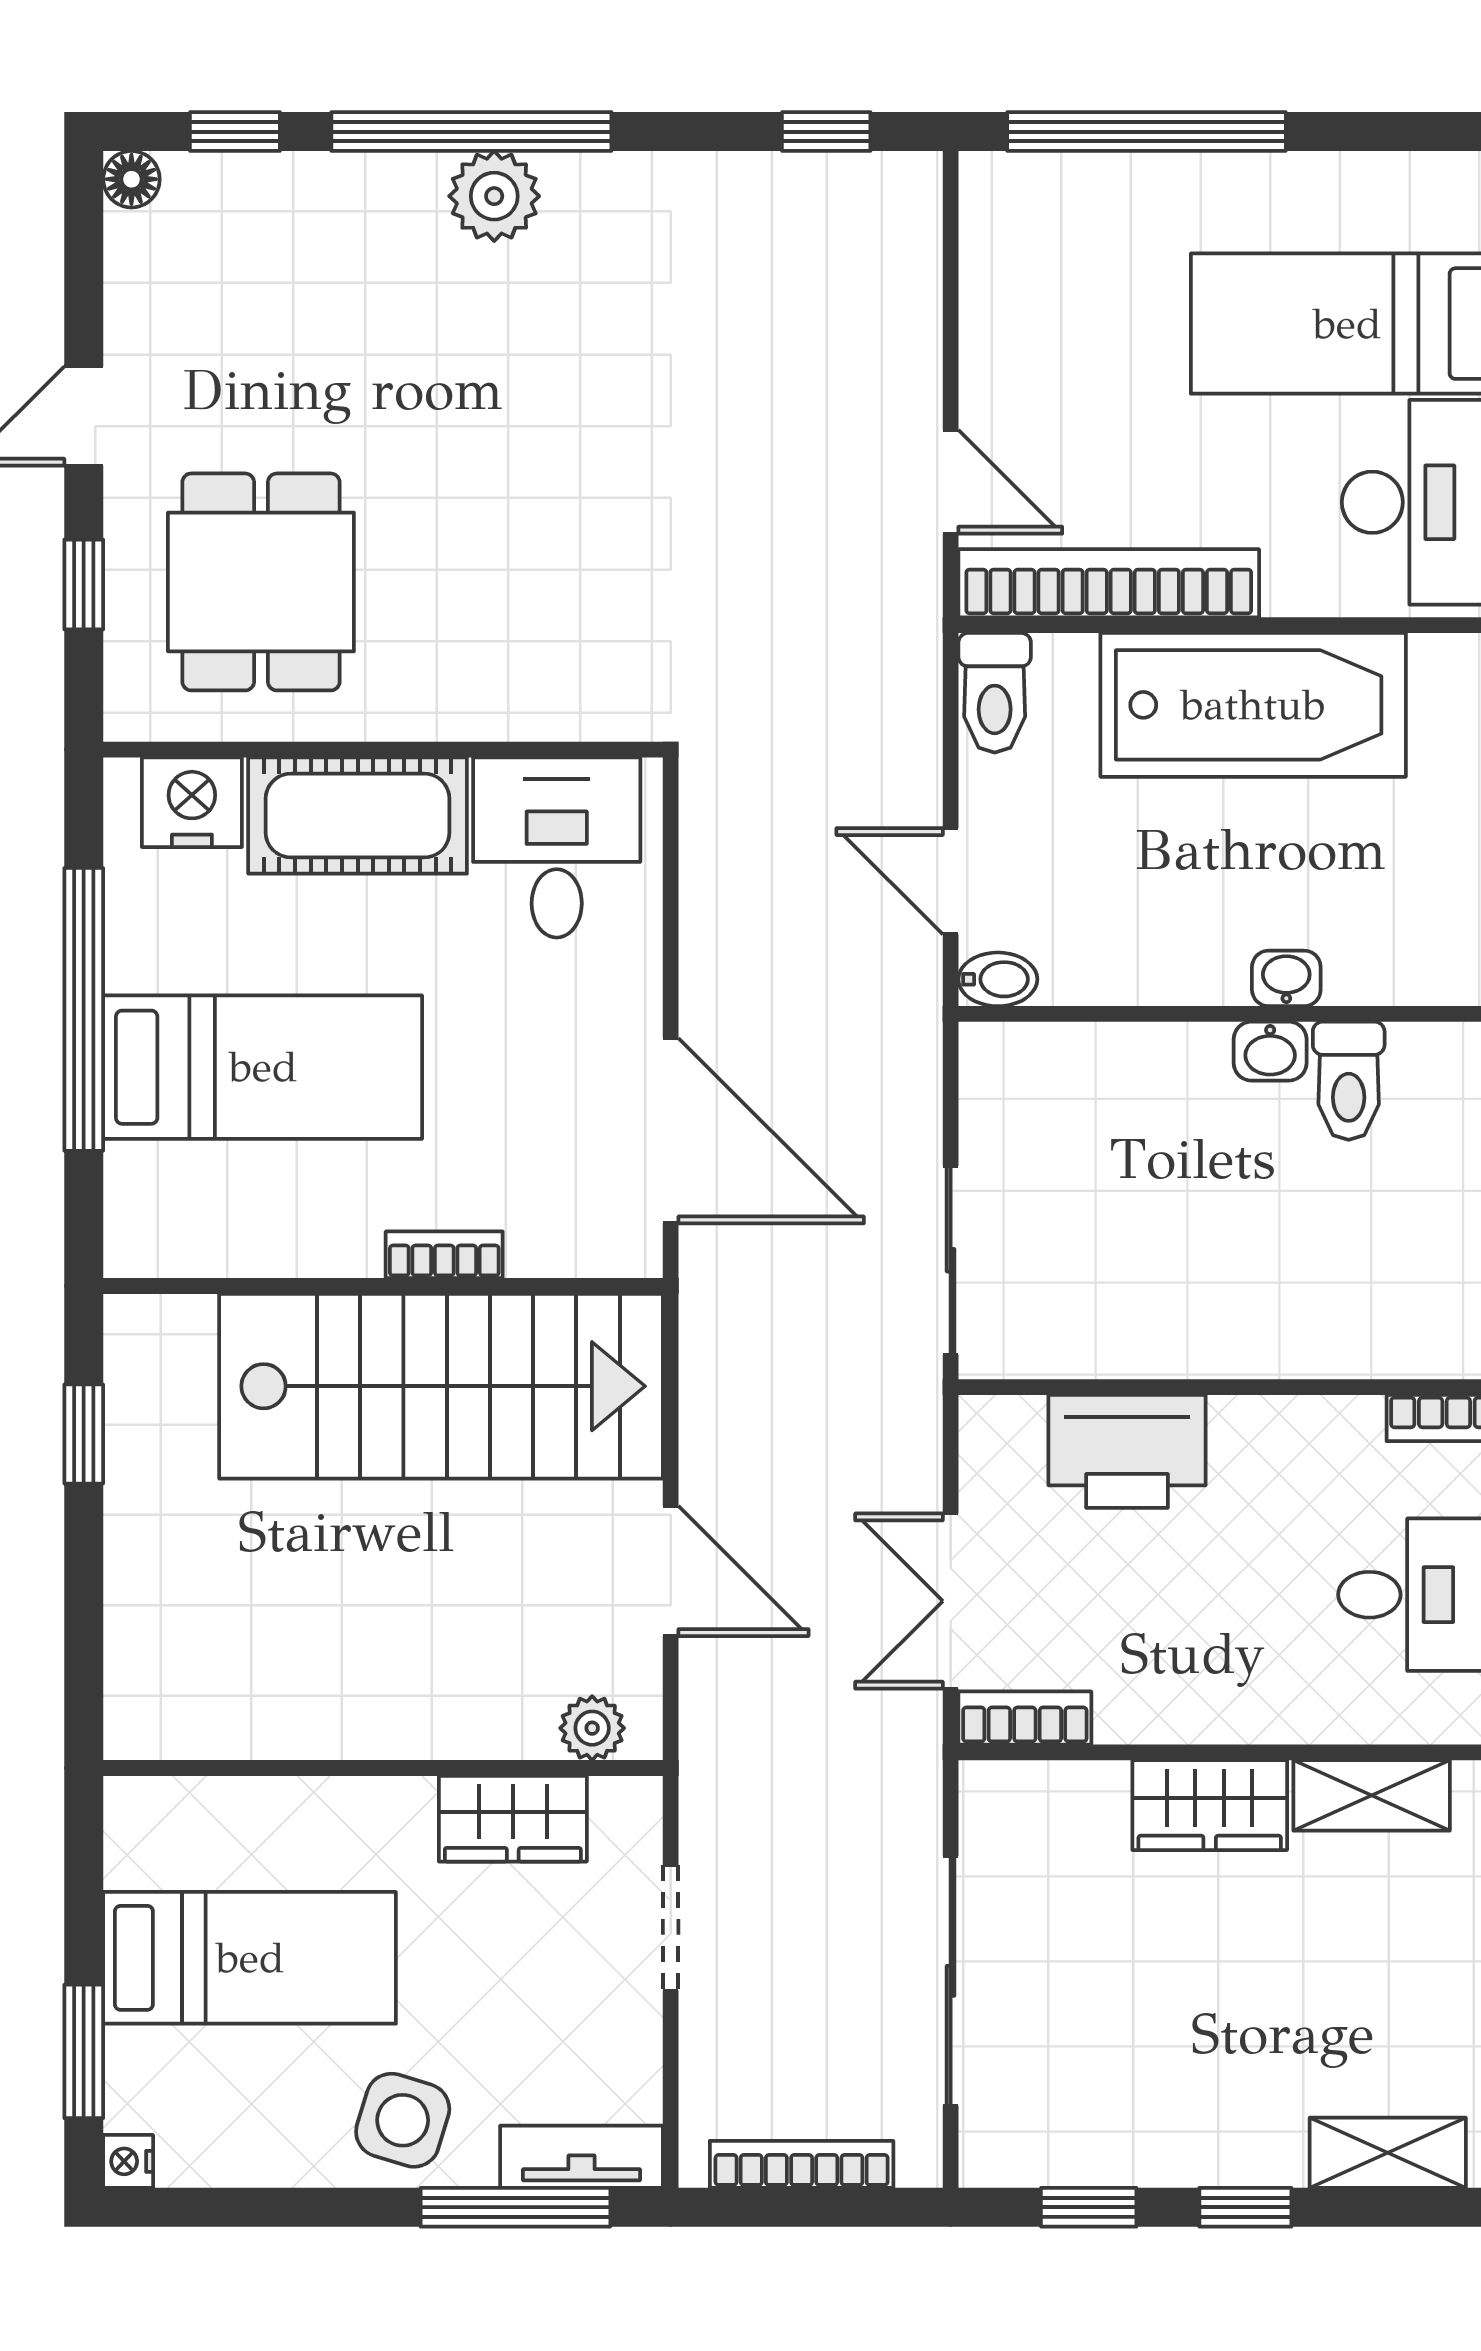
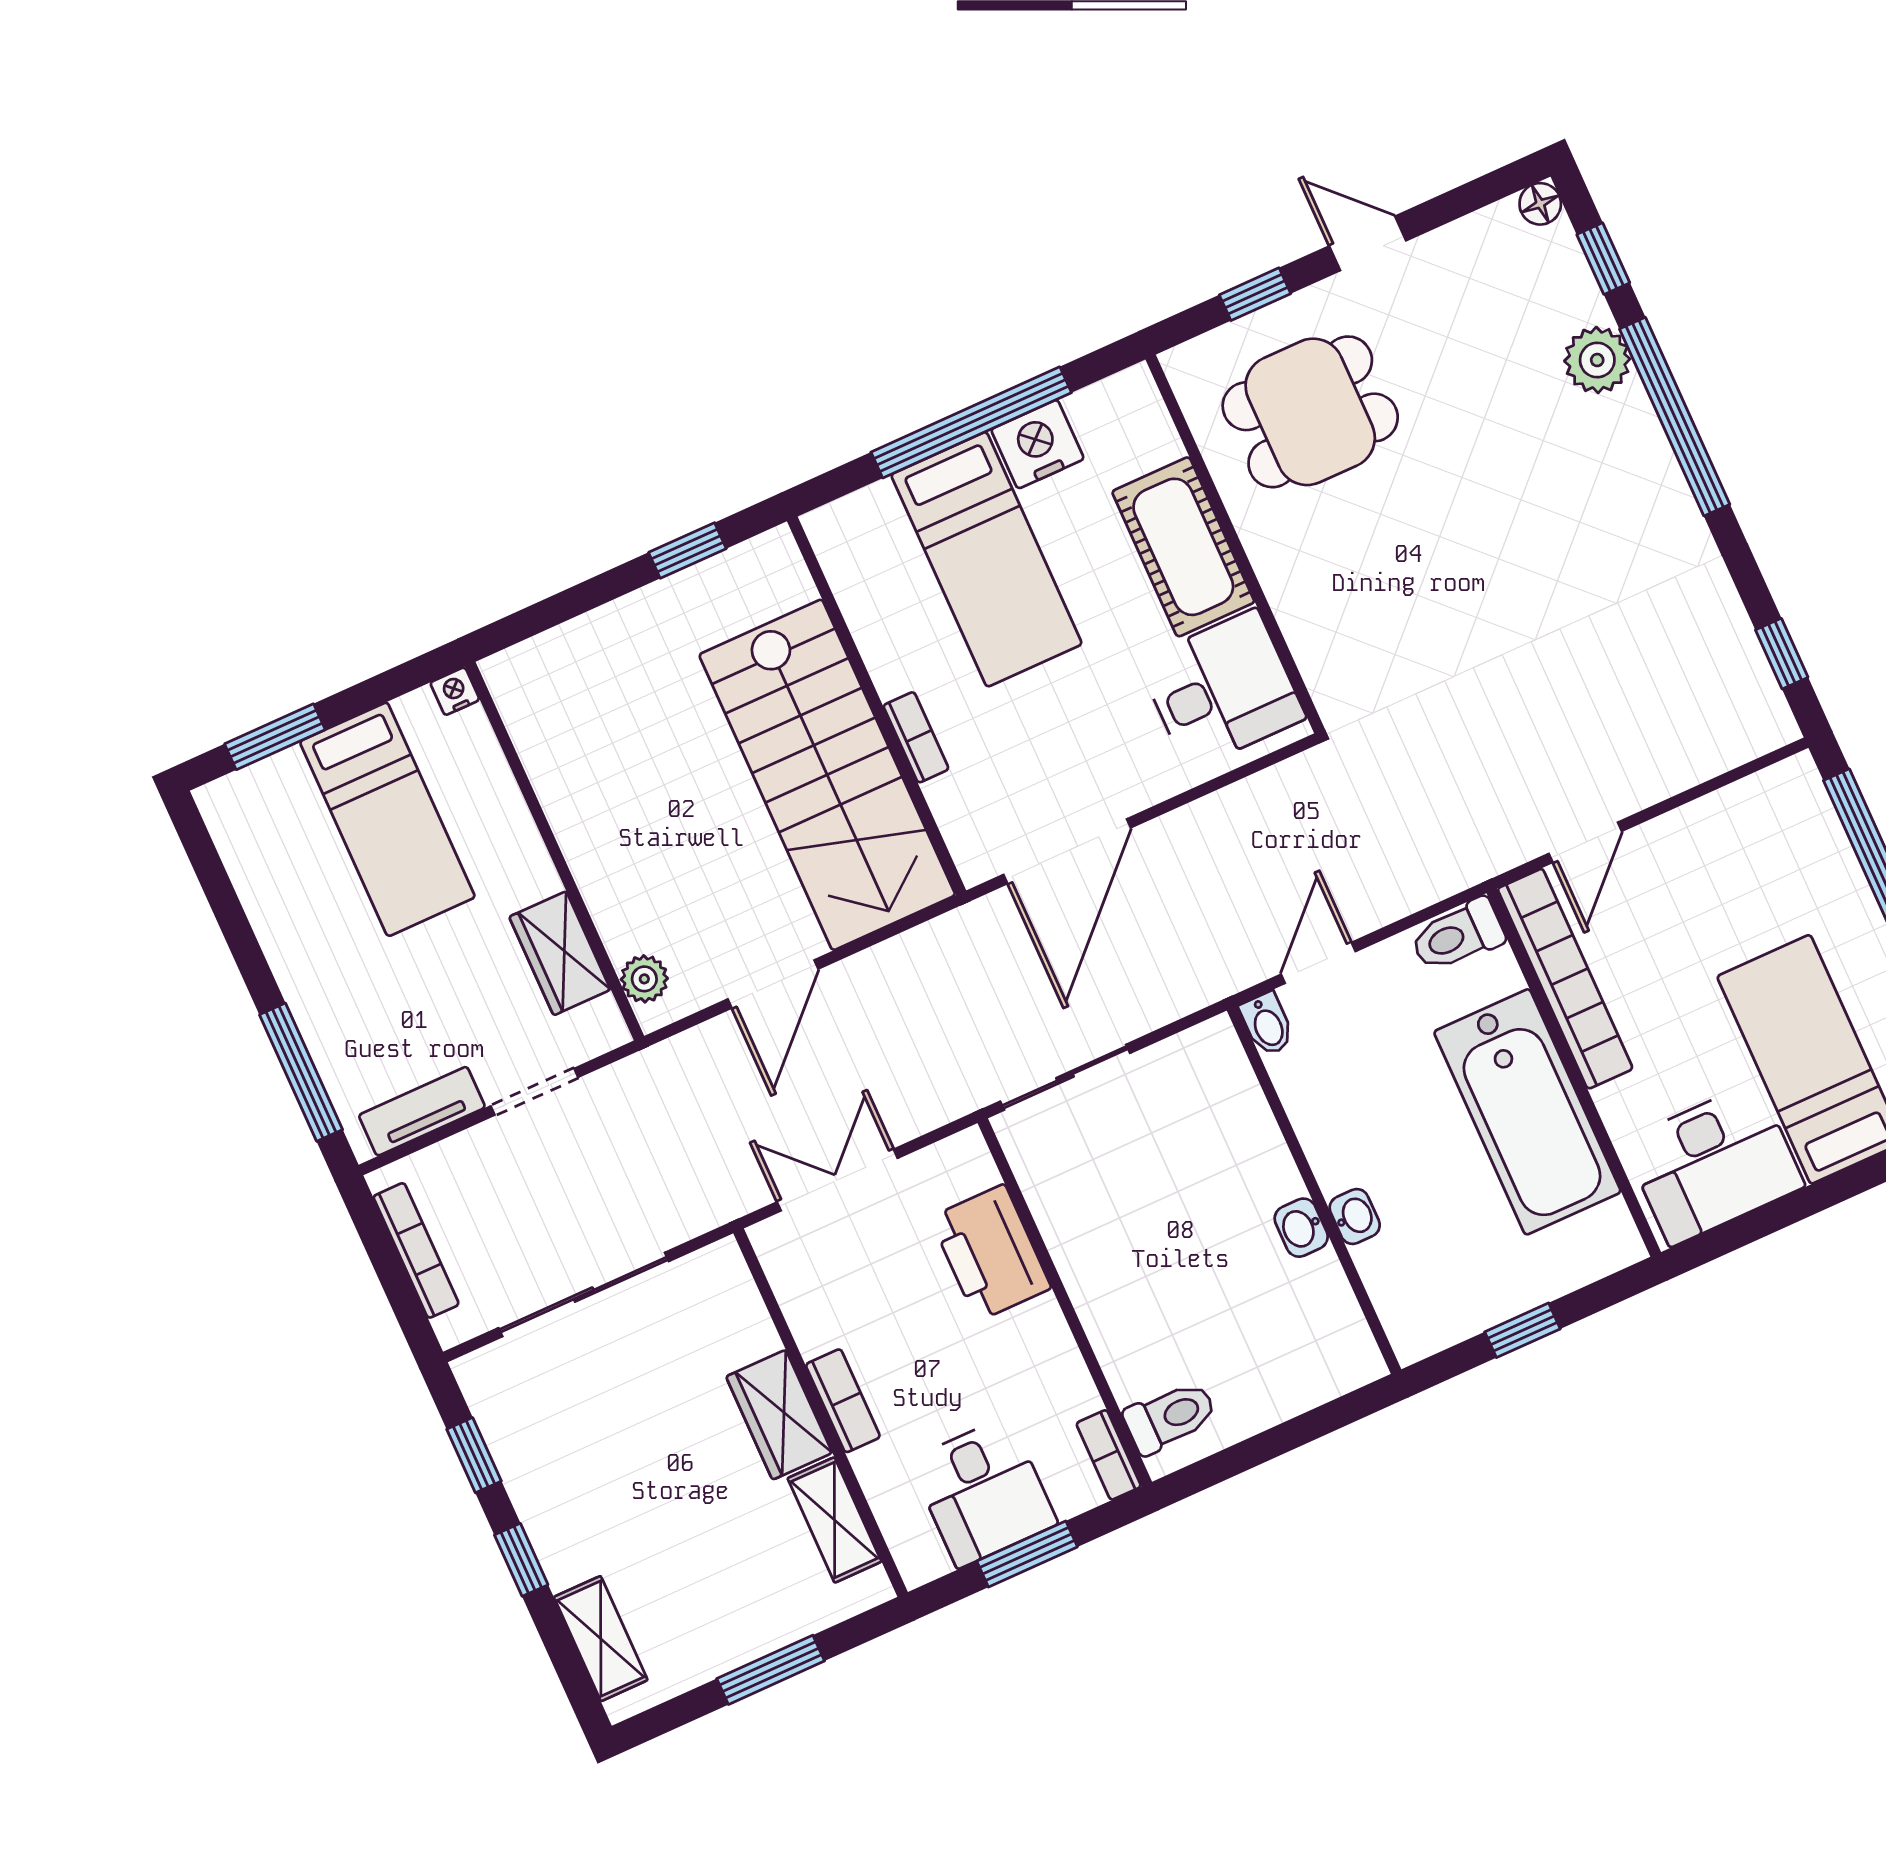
plant: (494, 196) -> (1597, 360), moved
nightstand: (192, 802) -> (1037, 444), moved, turned -90
toilet: (1349, 1081) -> (1170, 1417), moved, turned 180
bookcase: (1025, 1718) -> (843, 1401), moved
side table: (403, 2120) -> (325, 971), removed
tv unit: (582, 2157) -> (422, 1111), moved, turned -90
nightstand: (128, 2161) -> (455, 691), moved

